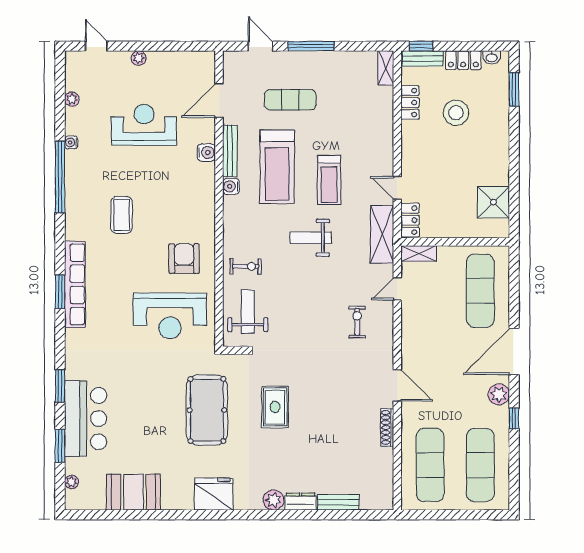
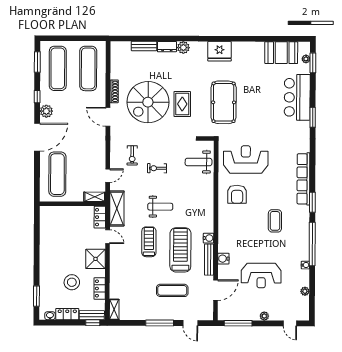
window: (182, 46) -> (238, 323), added
shower: (493, 202) -> (96, 259), moved
exercise bike: (246, 266) -> (157, 168), moved
window: (60, 292) -> (312, 202), moved
weight bench: (248, 312) -> (199, 162), turned 90
spiral stairs: (331, 410) -> (148, 102), added
window: (60, 446) -> (313, 63), moved
window: (514, 475) -> (37, 62), added
booth: (133, 492) -> (281, 53), moved

